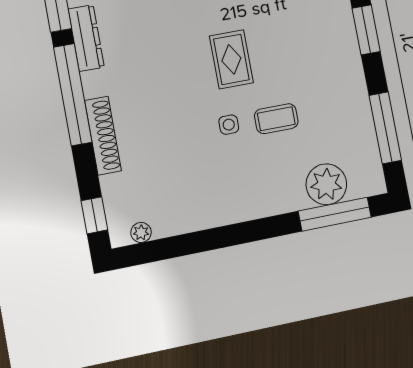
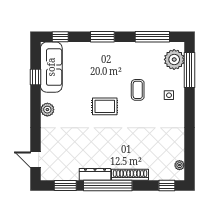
dresser: (86, 38) -> (95, 174), moved
side table: (229, 125) -> (169, 95), moved
plant: (326, 184) -> (174, 59), moved

